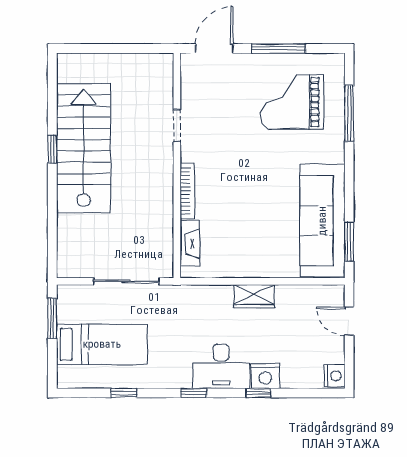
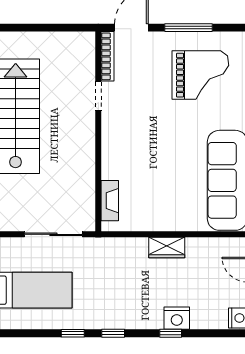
grand piano: (292, 102) -> (200, 75), turned 180
bookcase: (187, 191) -> (108, 56), moved
desk: (221, 366) -> (138, 310), removed
window: (124, 393) -> (73, 333), moved

